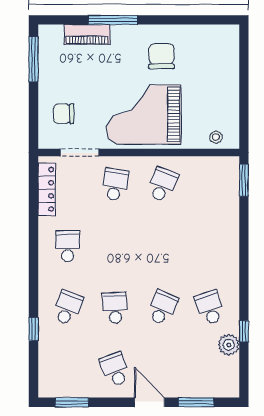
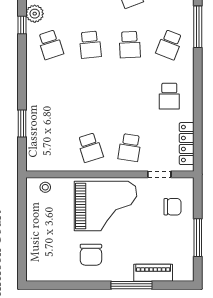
window: (33, 59) -> (198, 238), moved
doorway: (80, 153) -> (159, 174), width x0.73
window: (244, 180) -> (22, 124), moved
school desk: (162, 185) -> (90, 148), turned -39
school desk: (162, 308) -> (90, 45), turned -30
window: (33, 329) -> (198, 27), width x2.17

